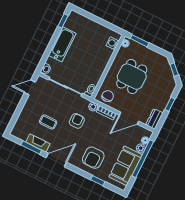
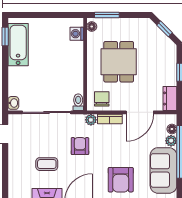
bathtub: (62, 44) -> (18, 45), moved

